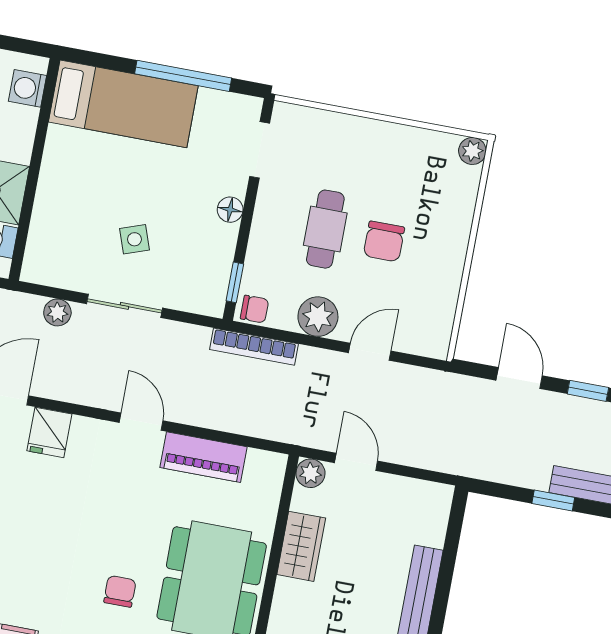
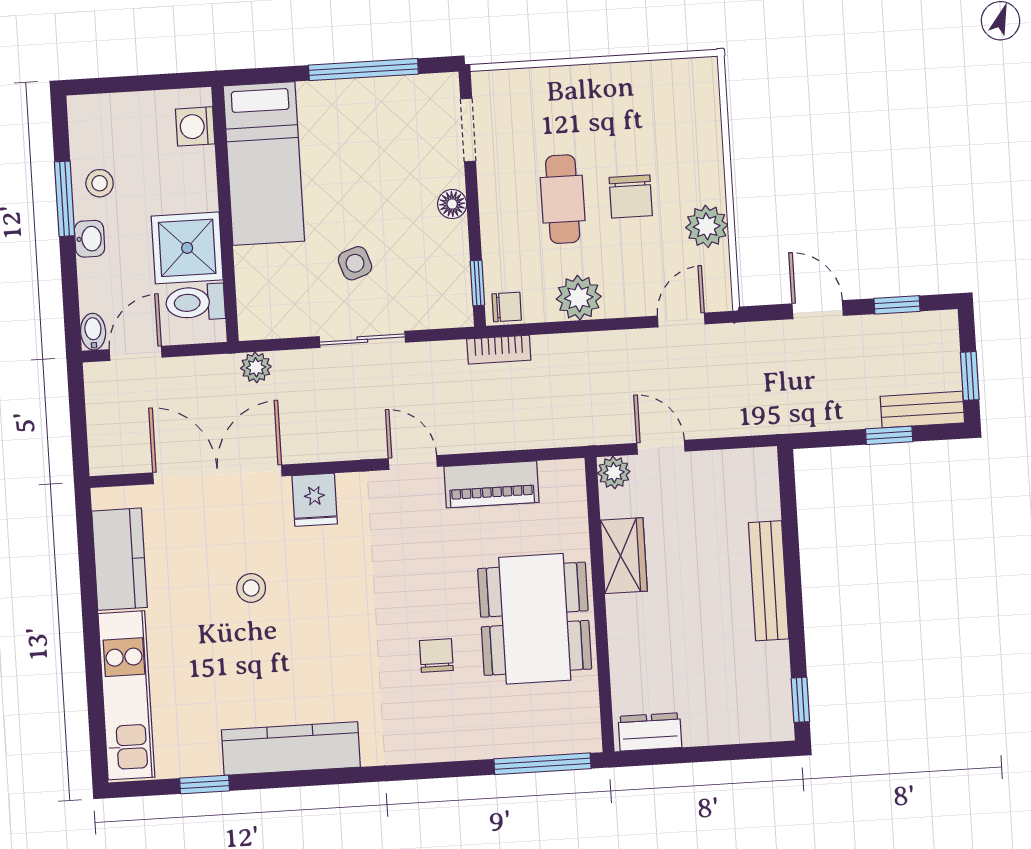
bed: (123, 104) -> (264, 164), moved, turned 90
plant: (472, 151) -> (707, 226), moved, width x1.38, depth x1.38
plant: (57, 312) -> (256, 367), moved
bookcase: (254, 347) -> (499, 350), width x0.64
door: (370, 352) -> (681, 320), moved

